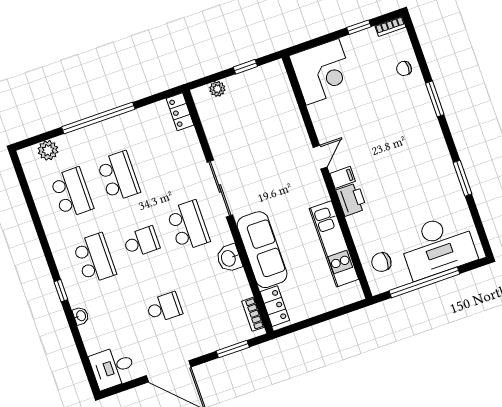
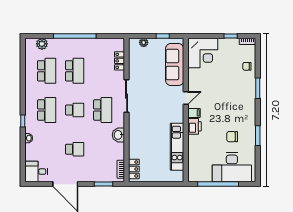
locker: (180, 112) -> (119, 61), moved
sofa: (262, 250) -> (175, 65), moved, turned 180
chair: (381, 262) -> (232, 137), moved

